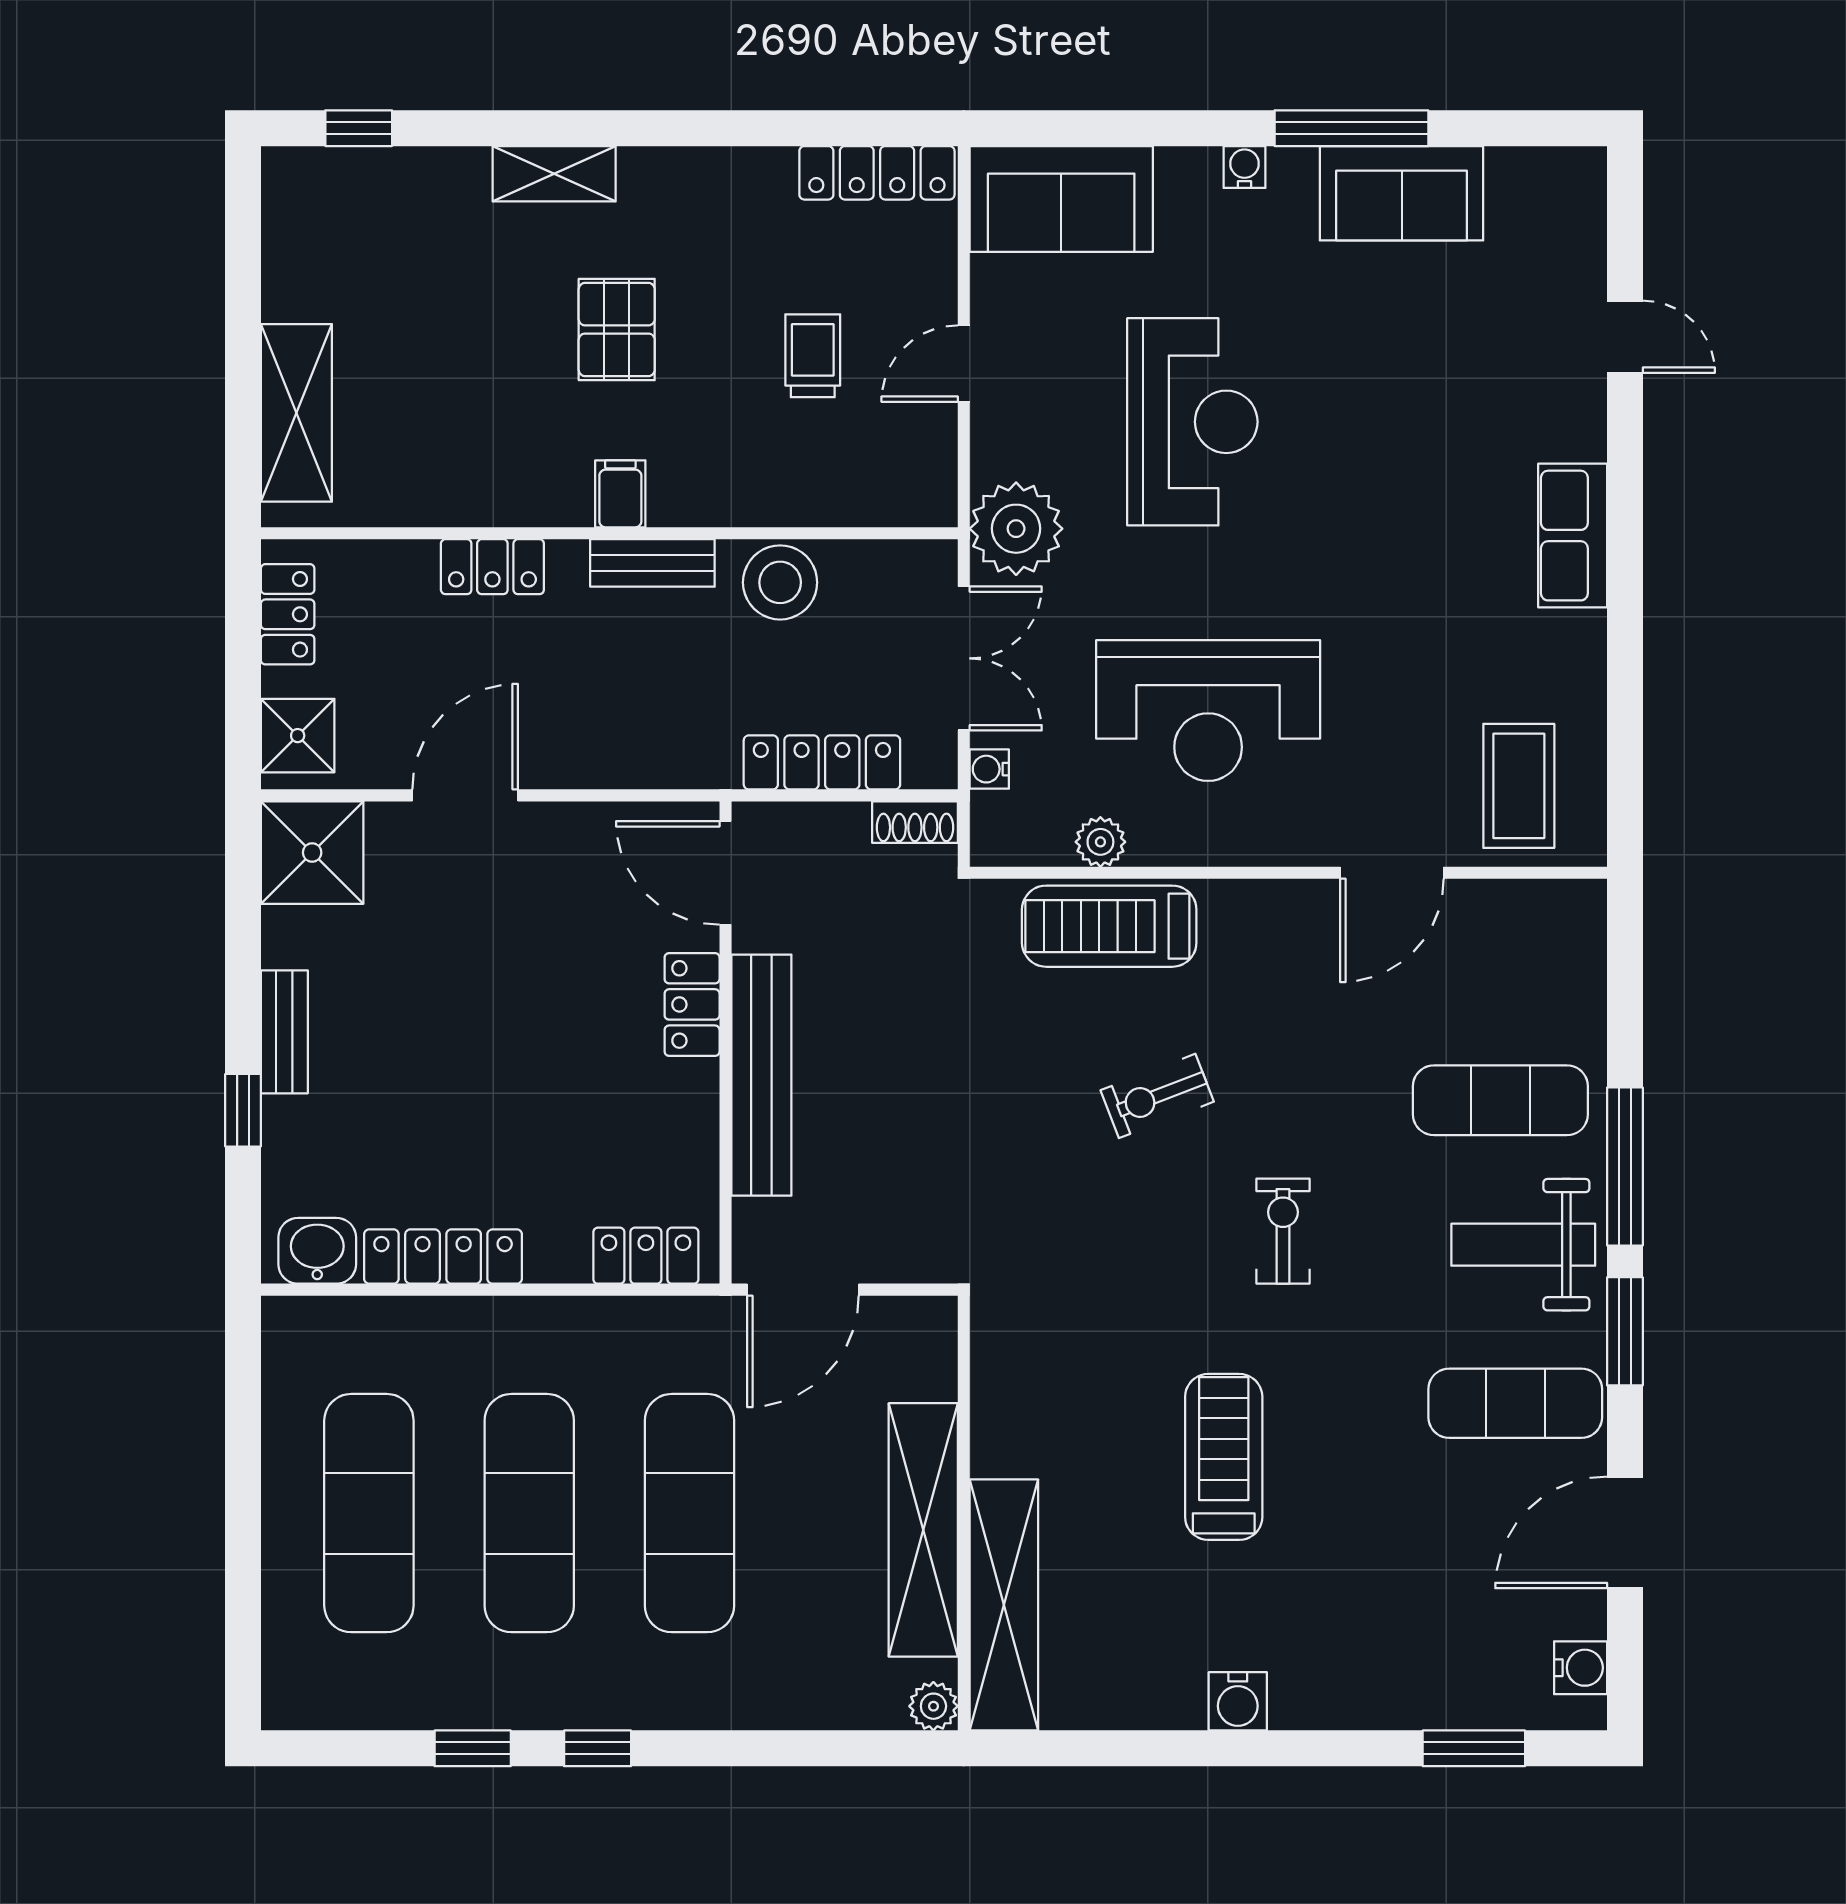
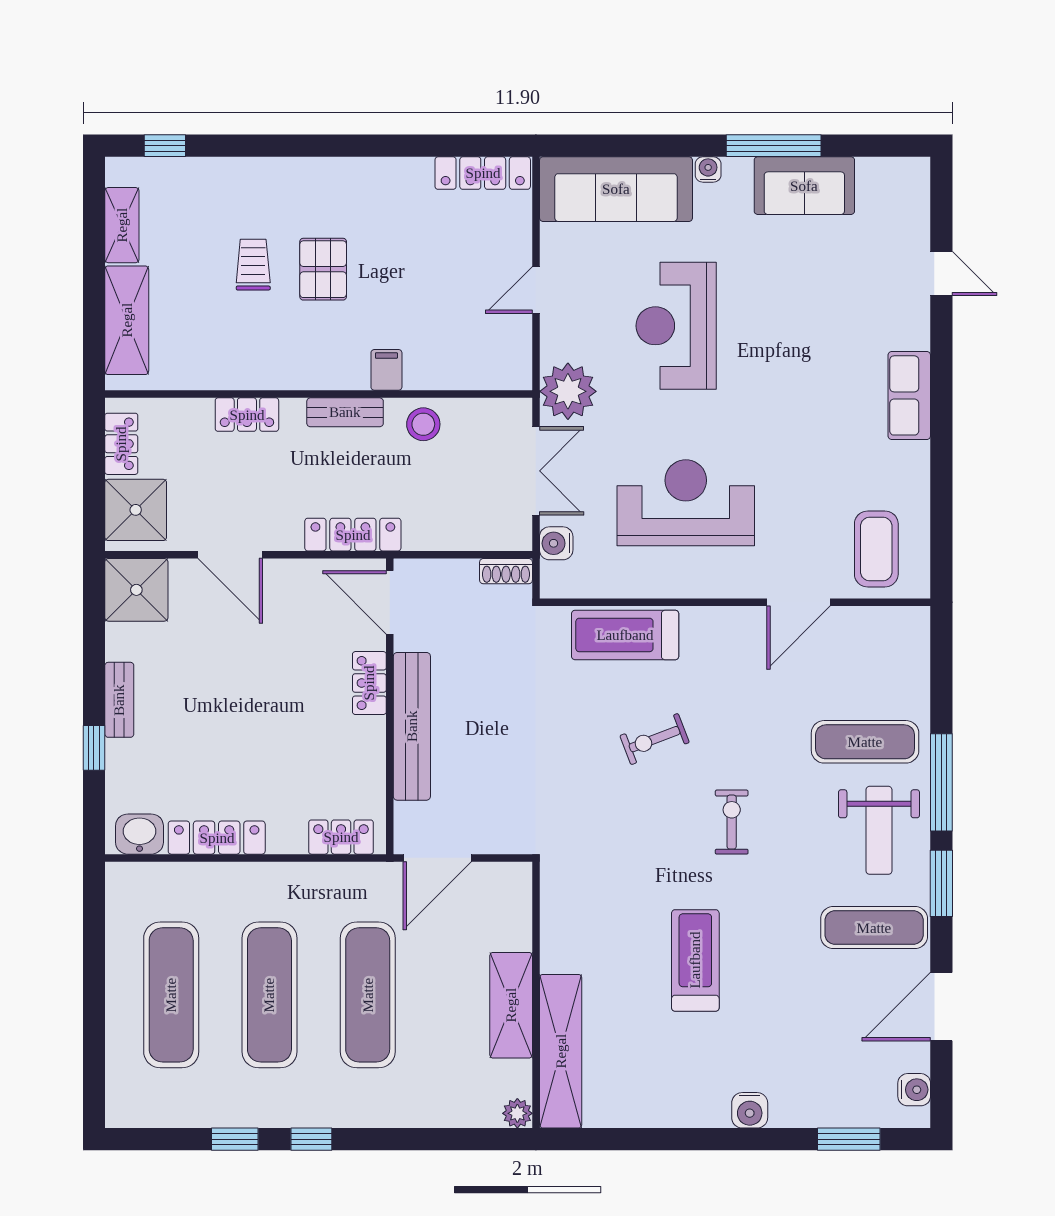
shelving: (554, 174) -> (122, 225), moved, turned 90
sofa: (1061, 199) -> (616, 189), width x1.36
trolley: (813, 356) -> (253, 265), moved
reception desk: (1192, 422) -> (676, 326), turned 180
filing cabinet: (620, 494) -> (386, 370), moved
stool: (780, 582) -> (423, 424), width x0.73, depth x0.73
reception desk: (1208, 711) -> (686, 503), turned 180
shower: (298, 736) -> (136, 510), width x1.36, depth x1.36
locker: (822, 762) -> (353, 535), moved
water cooler: (989, 769) -> (556, 543), width x1.38, depth x1.38
door: (465, 795) -> (230, 555), swing flipped
plant: (1100, 842) -> (620, 583), removed
weight bench: (1523, 1245) -> (879, 830), turned -90
shelving: (923, 1530) -> (511, 1005), width x0.68
water cooler: (1238, 1701) -> (750, 1110), moved

